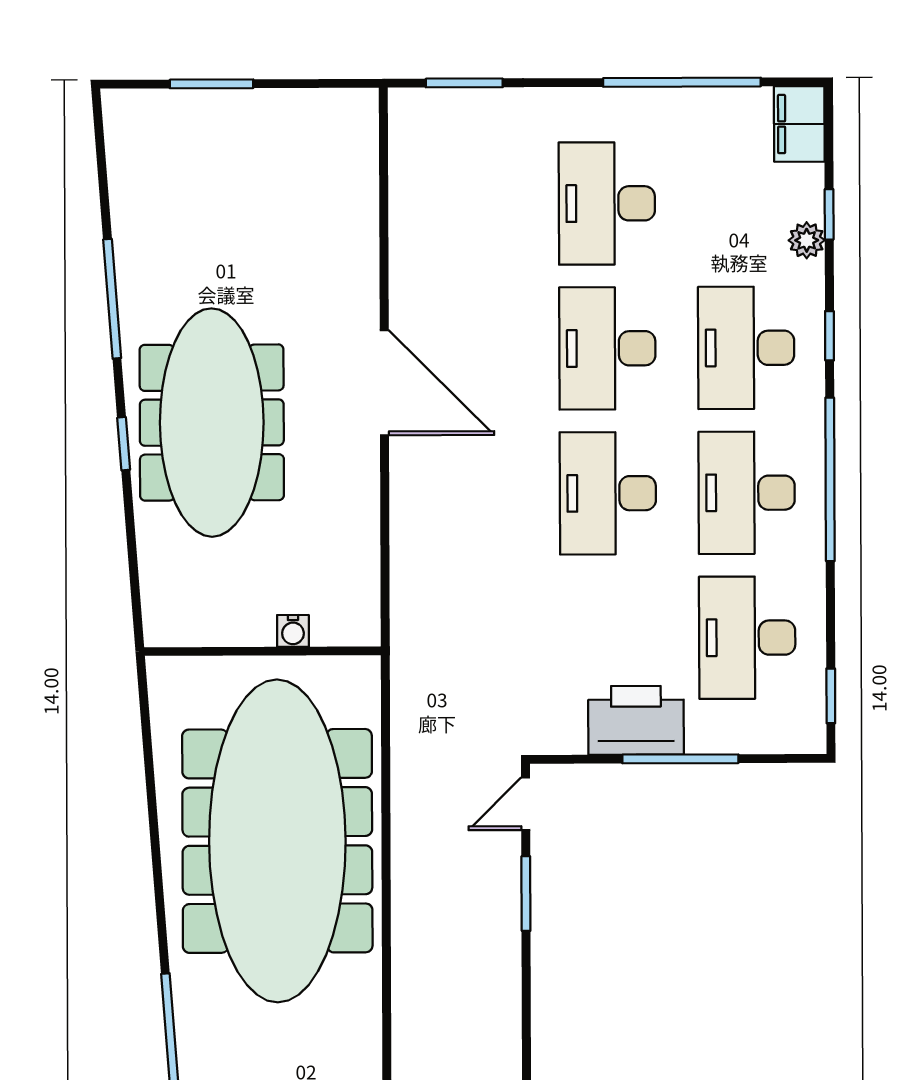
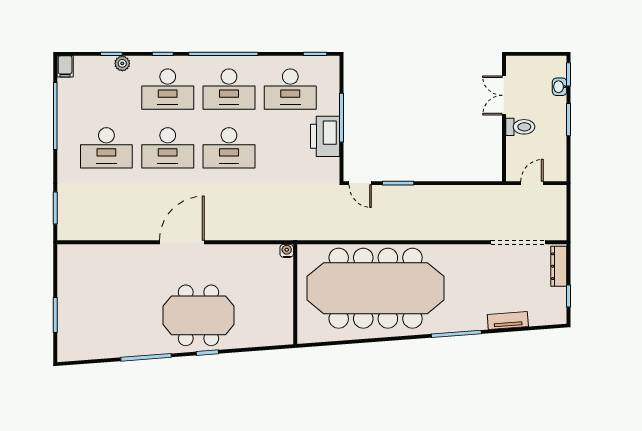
filing cabinet: (799, 124) -> (65, 66), width x0.50
meeting table: (212, 423) -> (198, 315), width x0.73
water cooler: (293, 631) -> (287, 251), moved, turned -90

